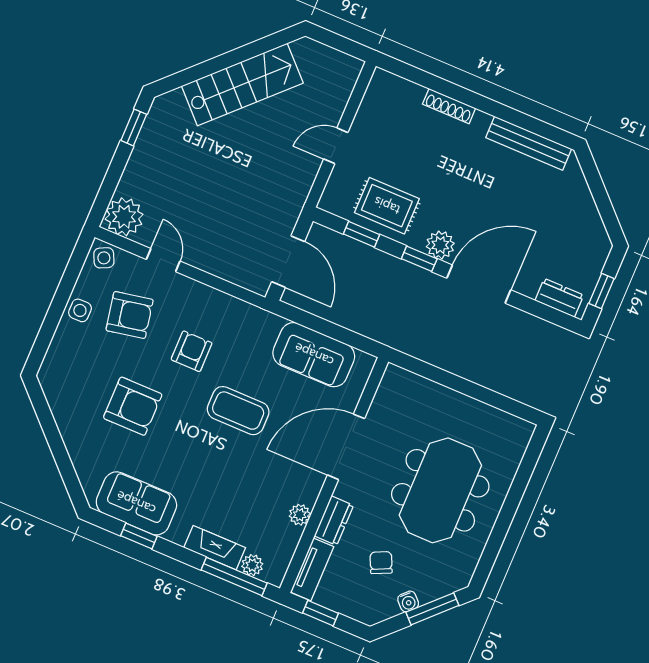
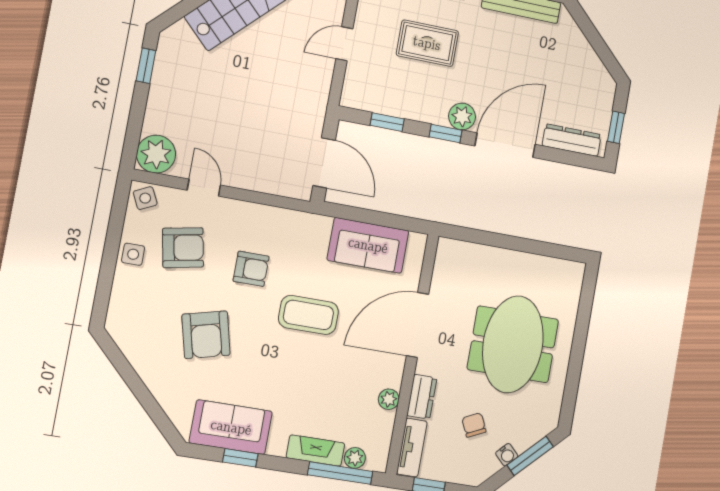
rug: (387, 206) -> (427, 43), moved
dresser: (559, 298) -> (572, 140), width x1.44
armchair: (192, 351) -> (251, 269), turned 90
armchair: (133, 406) -> (206, 335), turned 76

